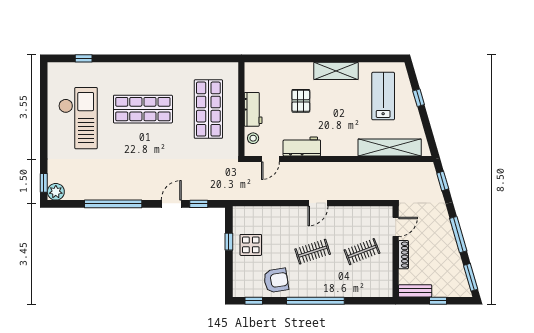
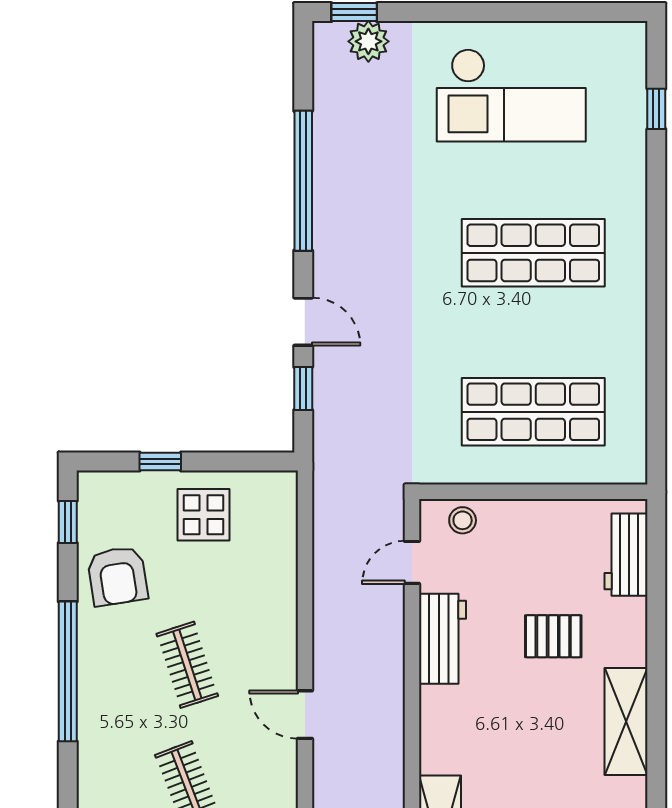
shop shelf: (143, 109) -> (533, 253), turned 90
workbench: (253, 109) -> (626, 555), moved, turned 90
door: (270, 159) -> (412, 562), hinge flipped
plant: (56, 192) -> (368, 41), moved
door: (318, 203) -> (305, 715), moved
window: (229, 242) -> (160, 462), moved

